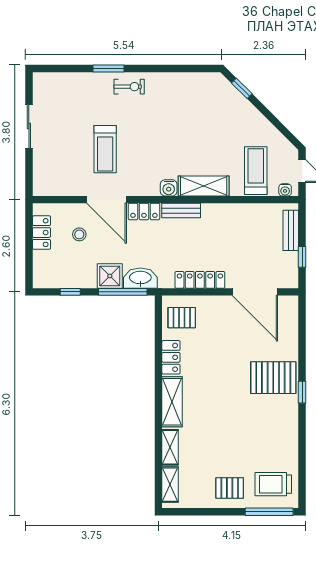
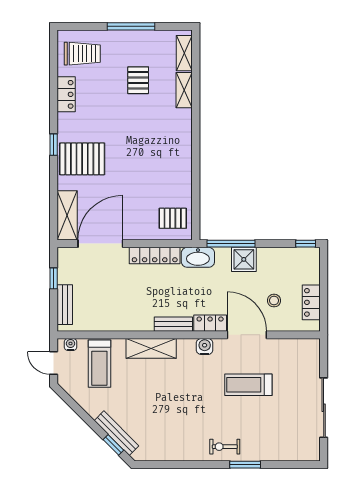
bench: (239, 100) -> (116, 433), added
sliding door: (29, 126) -> (324, 408), width x1.37
treadmill: (105, 149) -> (248, 385), turned -90
water cooler: (169, 188) -> (205, 347), moved
washbasin: (140, 278) -> (198, 257), moved
window: (70, 292) -> (306, 244), moved
door: (255, 292) -> (100, 244), hinge flipped
locker: (171, 357) -> (66, 94), moved, turned 180
shelving: (172, 402) -> (67, 215), moved
pallet: (230, 488) -> (138, 80), moved, turned 90
window: (269, 512) -> (131, 26), moved

